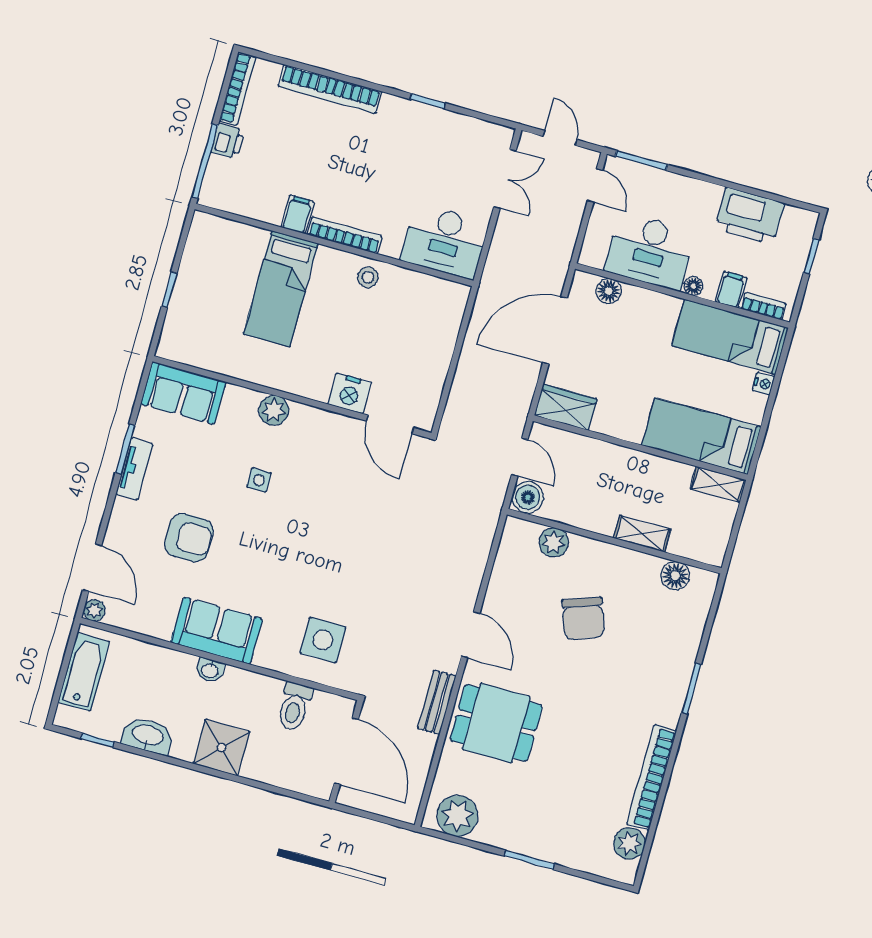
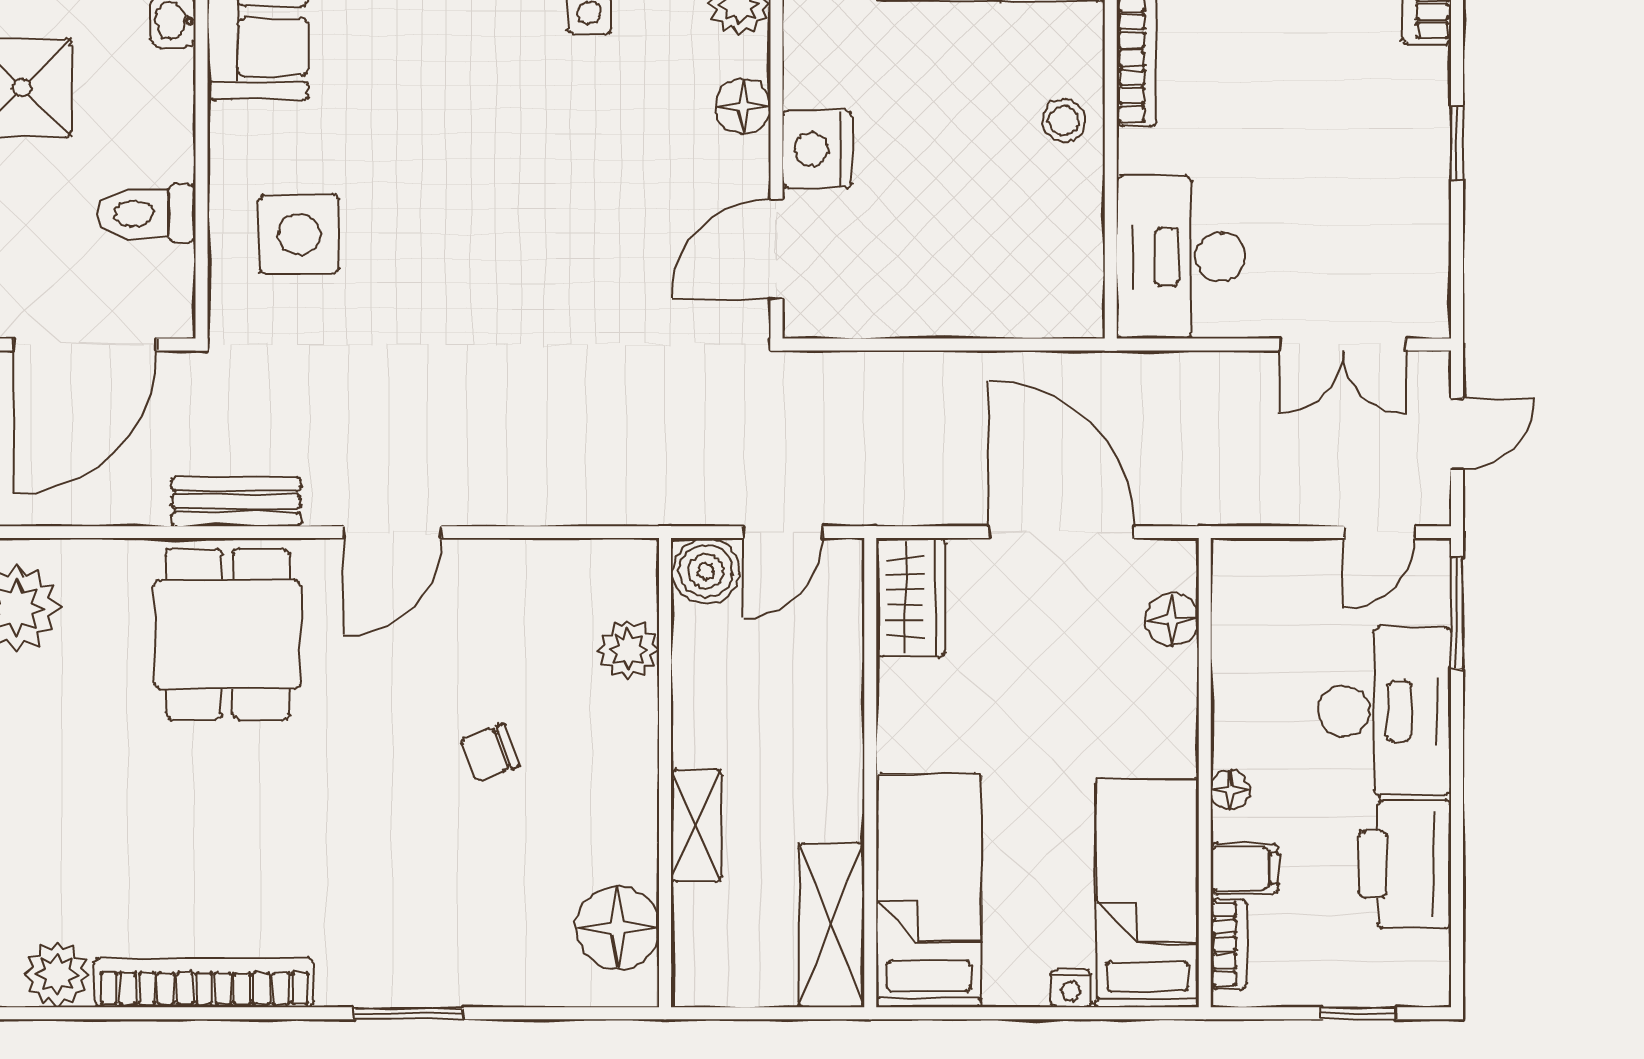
desk: (650, 251) -> (1385, 711), moved, turned 180
floor lamp: (321, 422) -> (743, 106), added
shelving: (718, 484) -> (832, 925), width x1.50, depth x1.33
floor lamp: (675, 576) -> (618, 928), width x1.38, depth x1.38
chair: (583, 618) -> (490, 753), width x0.54, depth x0.54

